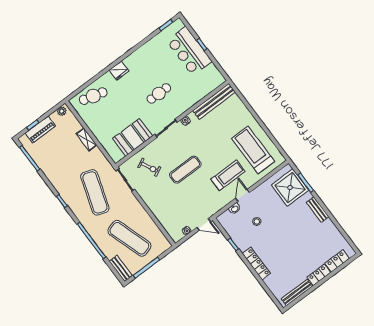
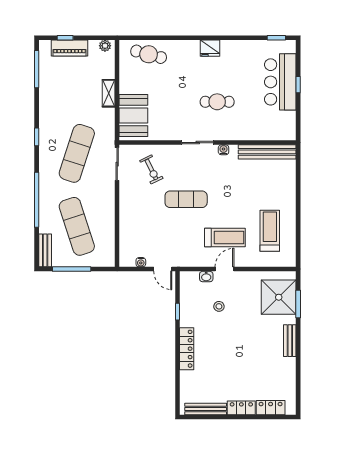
fridge: (119, 71) -> (210, 48), moved
booth: (133, 137) -> (133, 116), moved, turned 90
treadmill: (253, 150) -> (270, 231), width x0.73, depth x0.73

